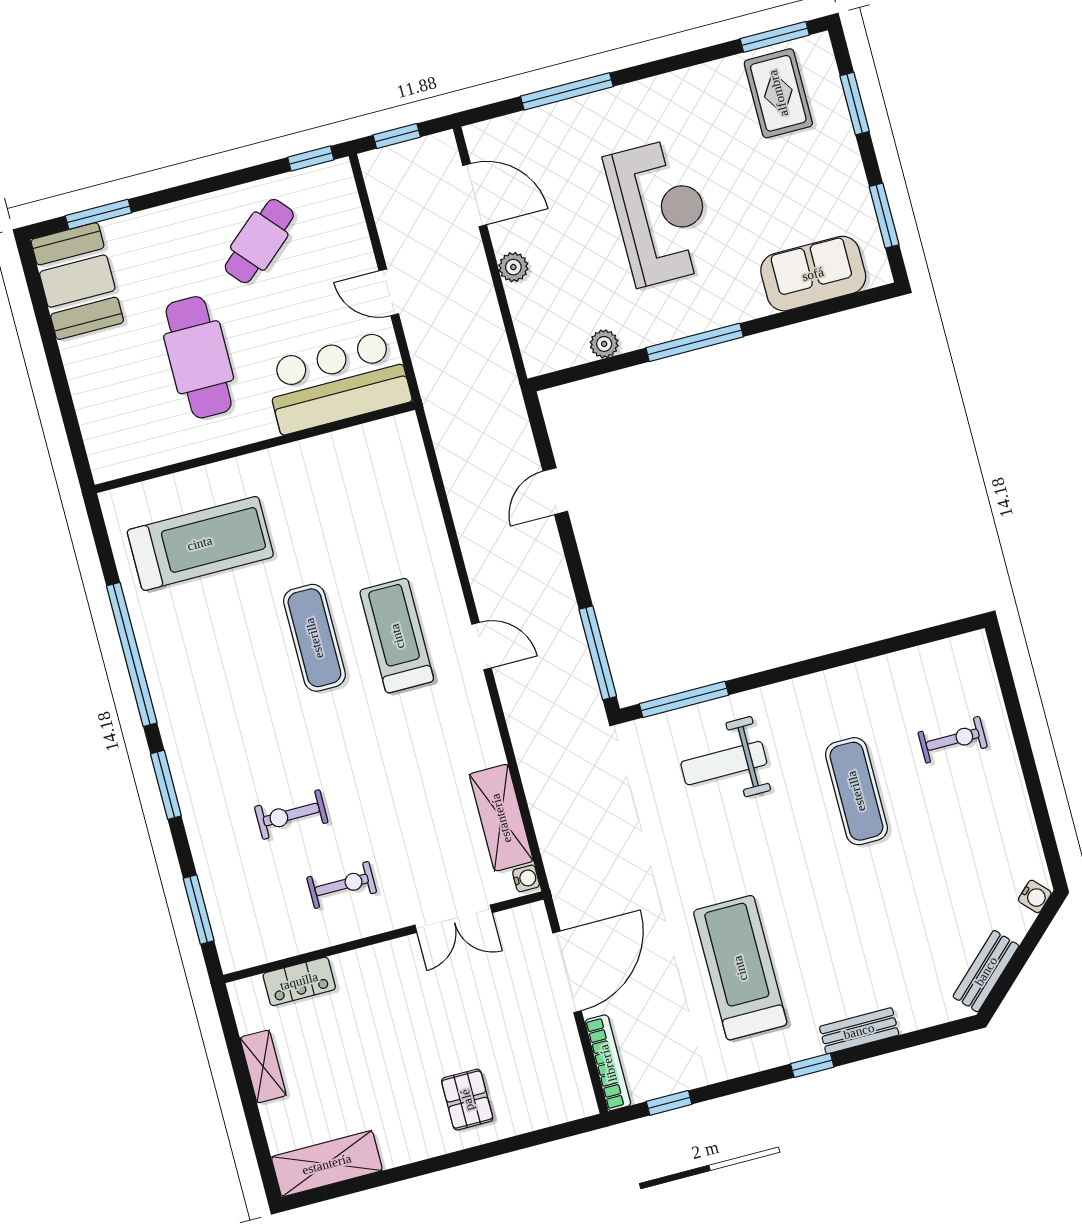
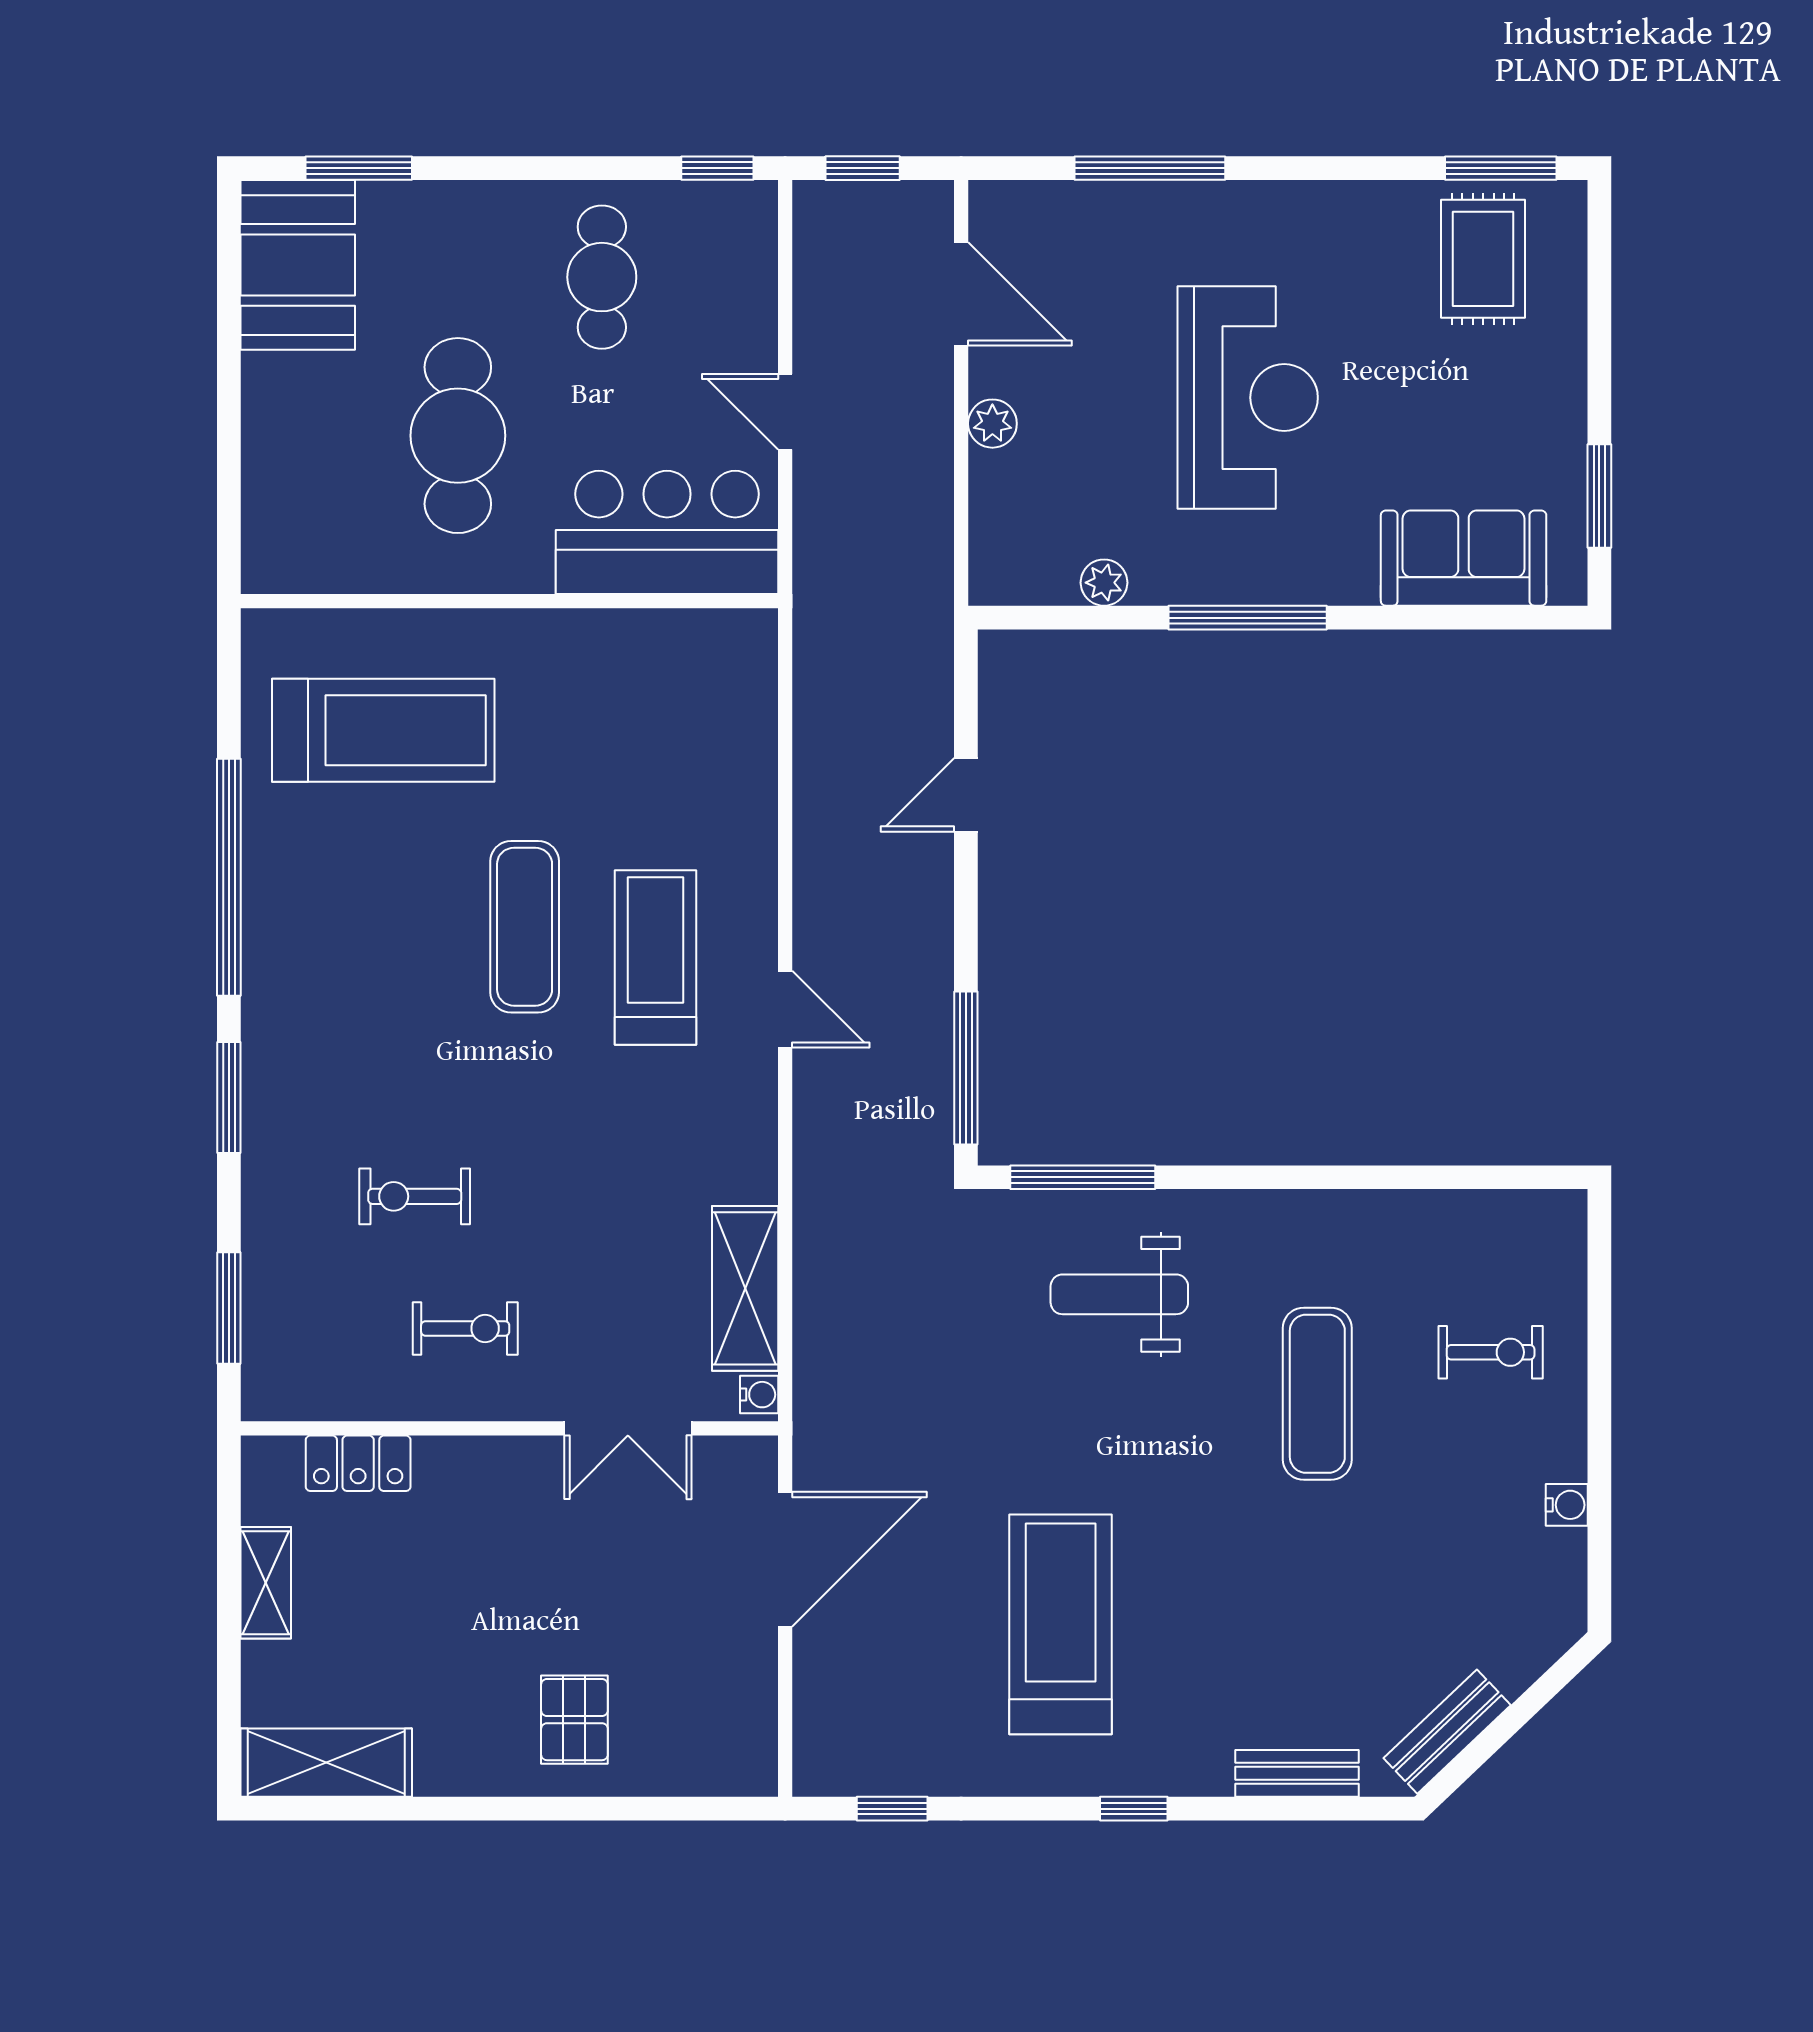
window: (855, 104) -> (1599, 307), removed
cafe table: (259, 241) -> (602, 277), turned -49
water cooler: (1035, 896) -> (1567, 1505), moved, turned -46
bench: (859, 1031) -> (1297, 1773), moved
bookcase: (608, 1063) -> (812, 1720), removed

